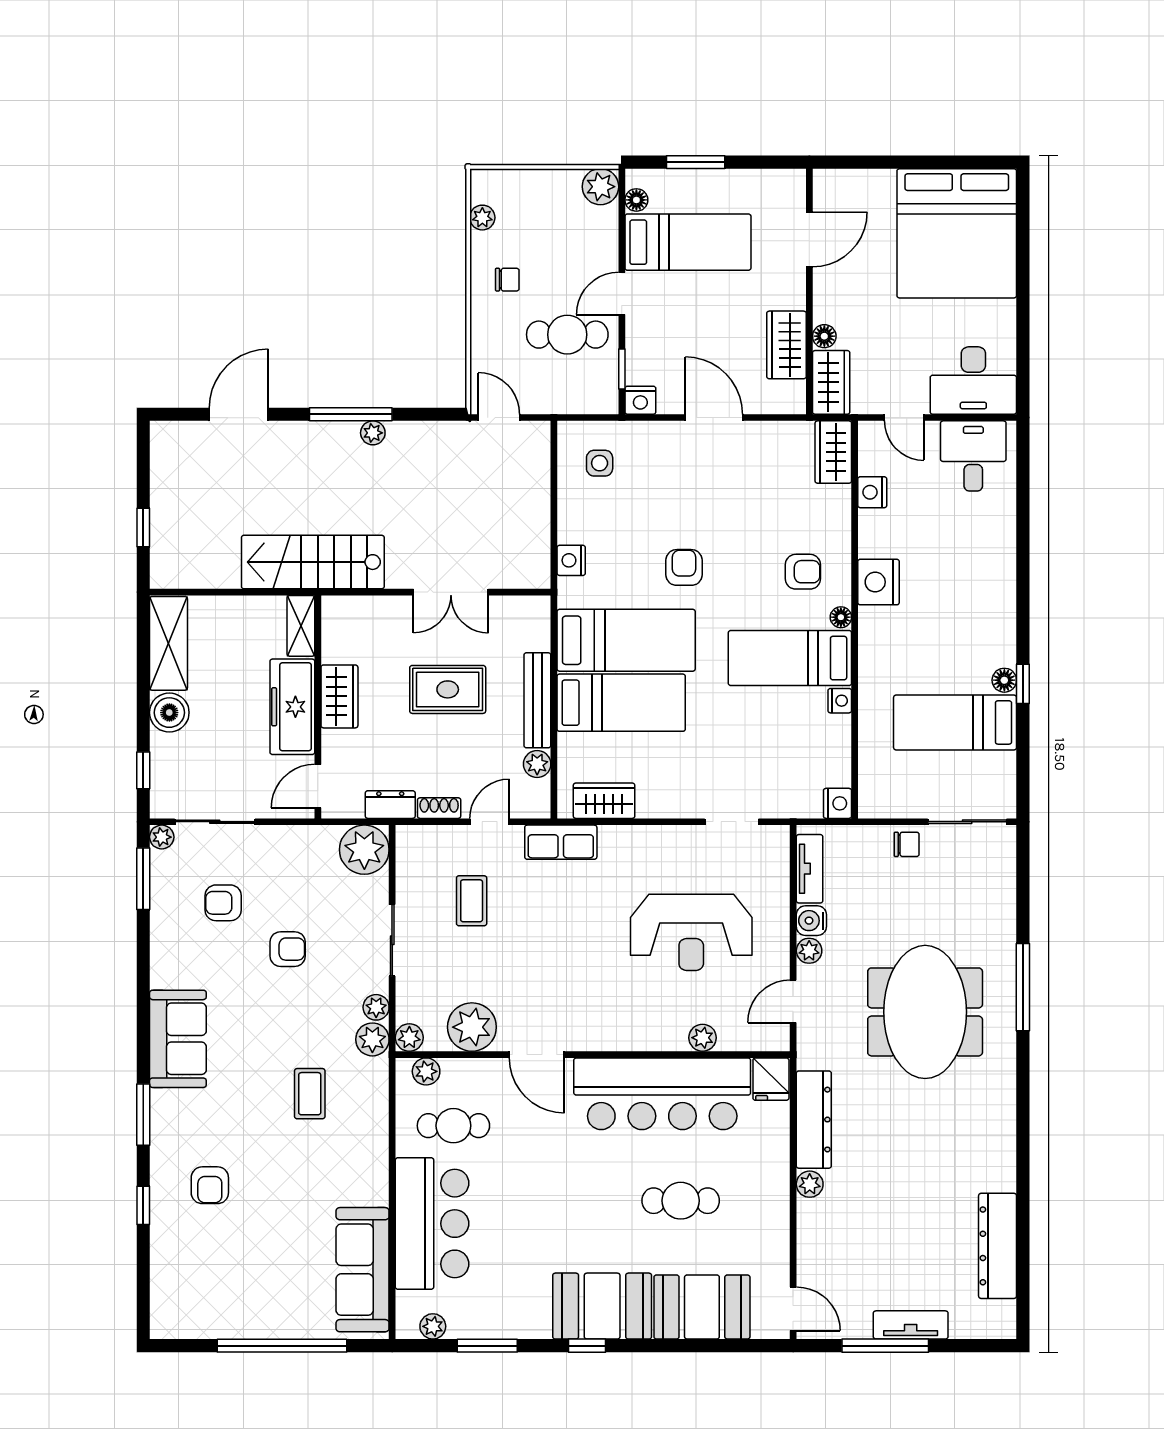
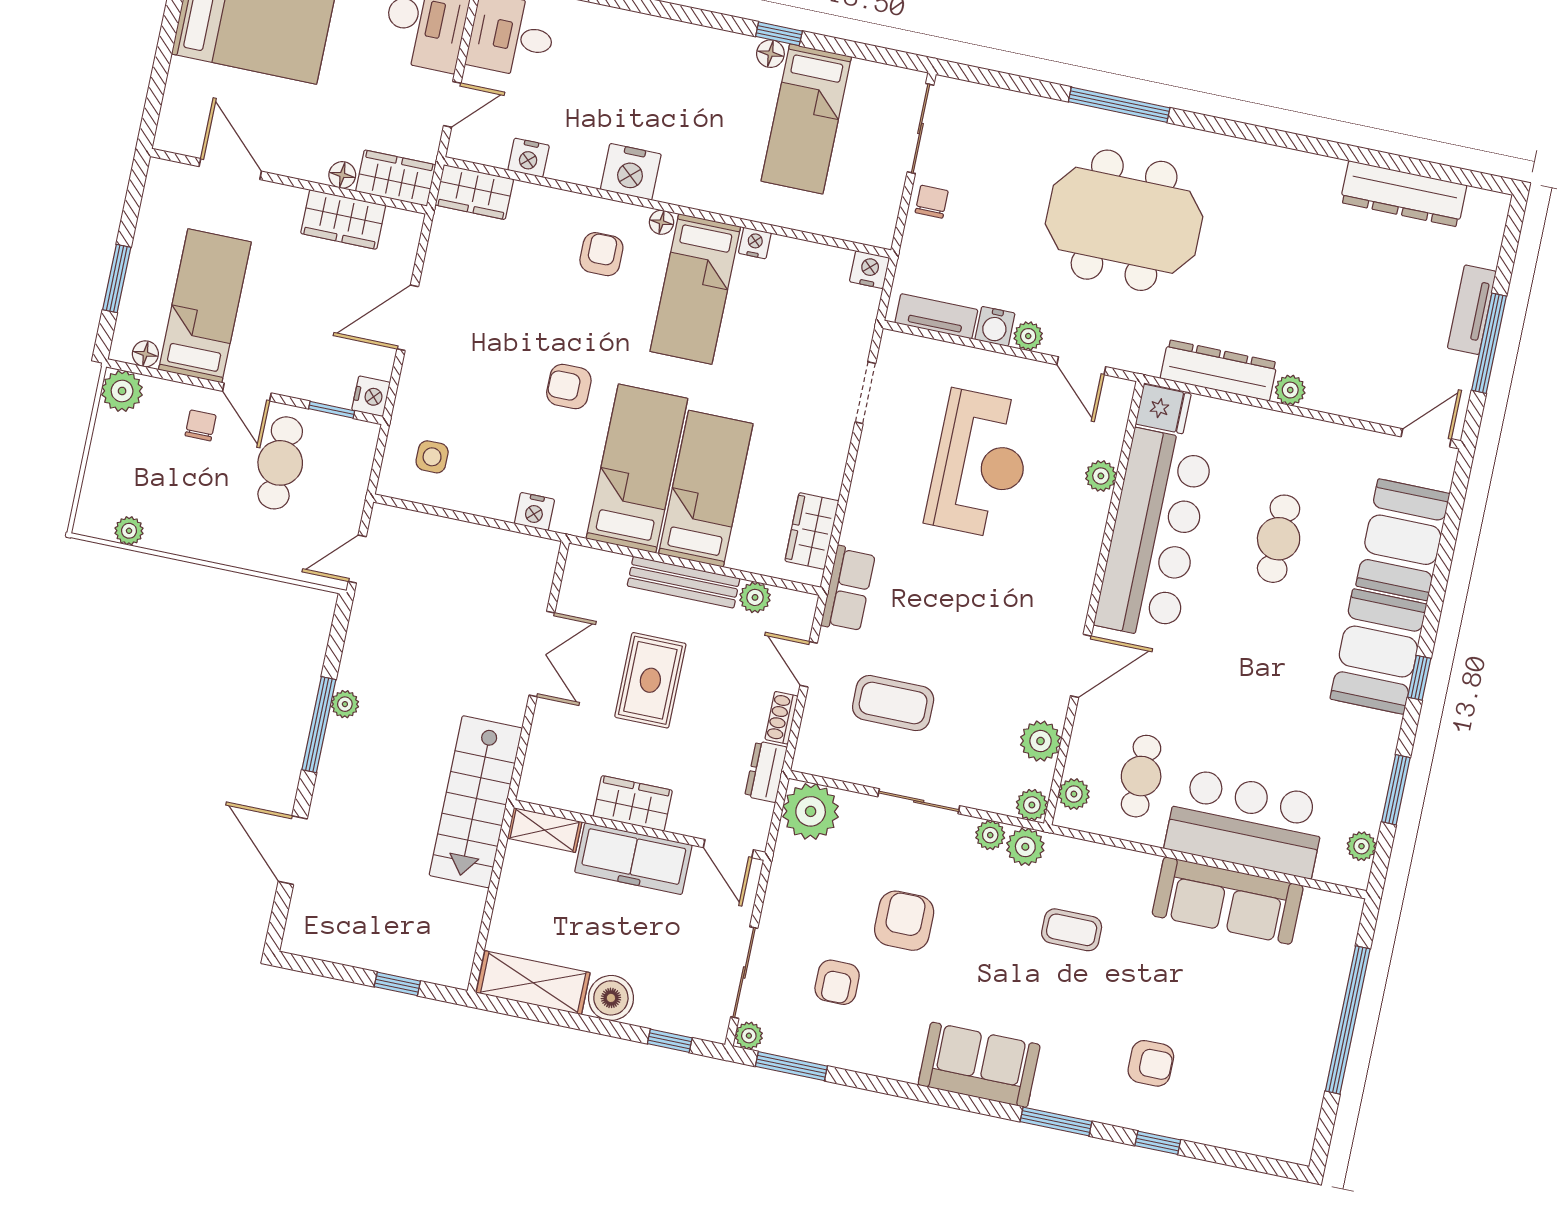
chair: (507, 280) -> (201, 425), moved
coffee table: (472, 901) -> (893, 703), width x1.36, depth x1.30
armchair: (288, 949) -> (904, 921), width x1.38, depth x1.38
plant: (472, 1027) -> (1041, 741), width x0.73, depth x0.73
sofa: (363, 1270) -> (1228, 901), moved

